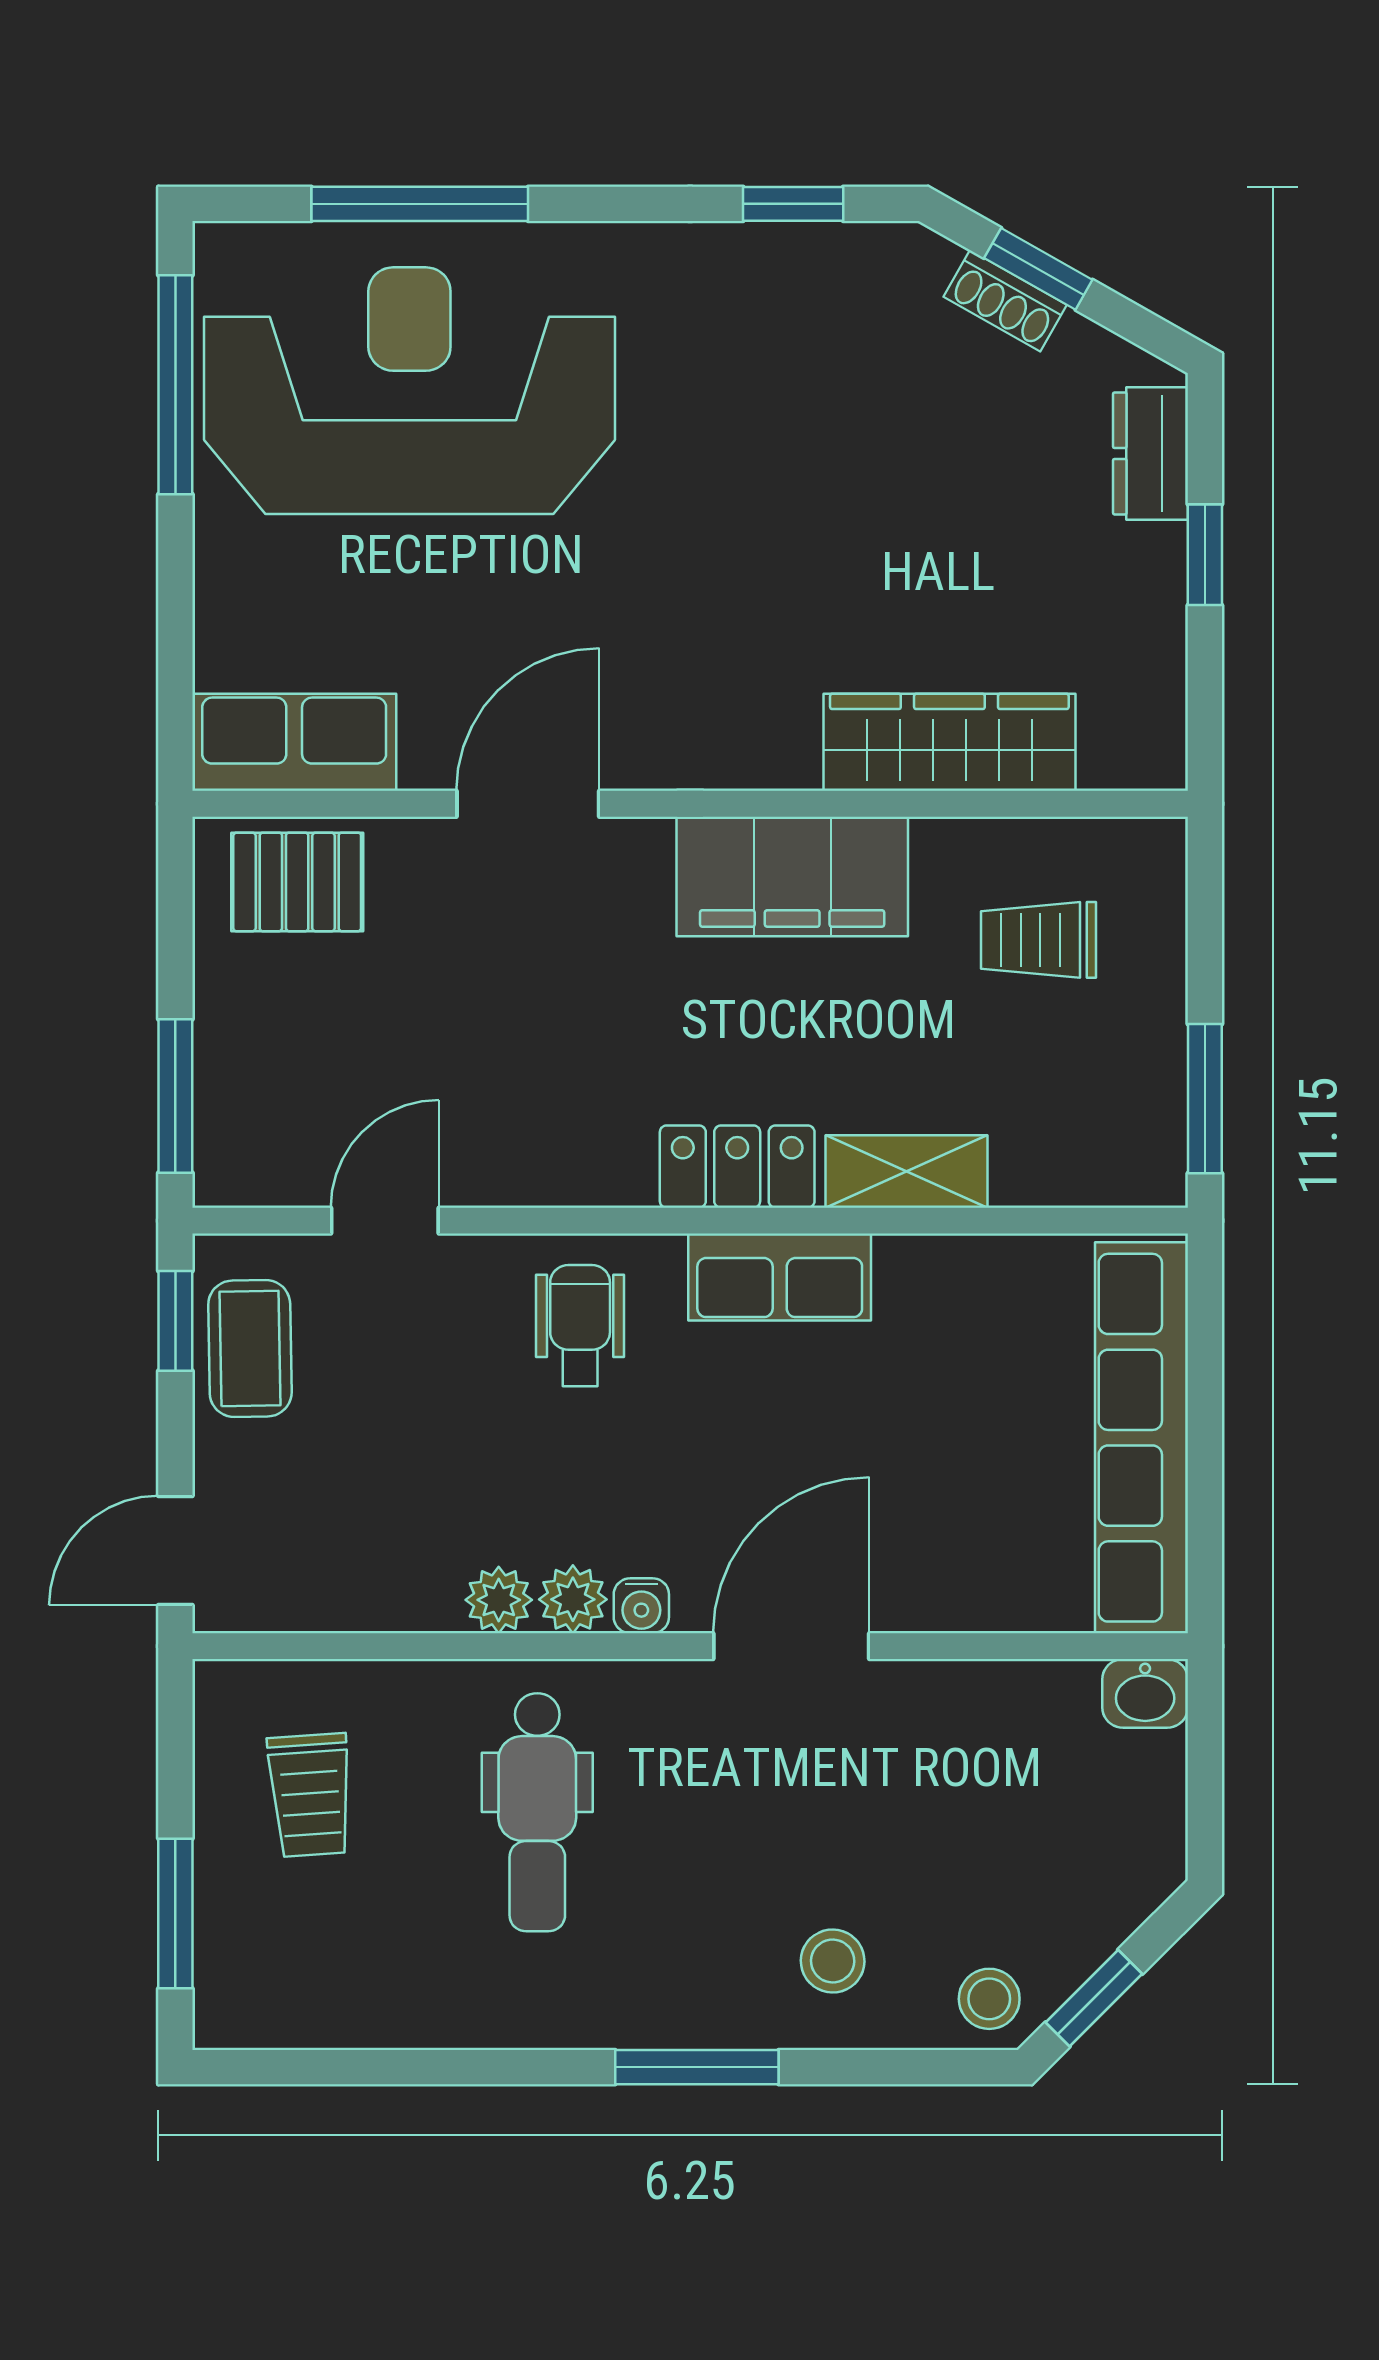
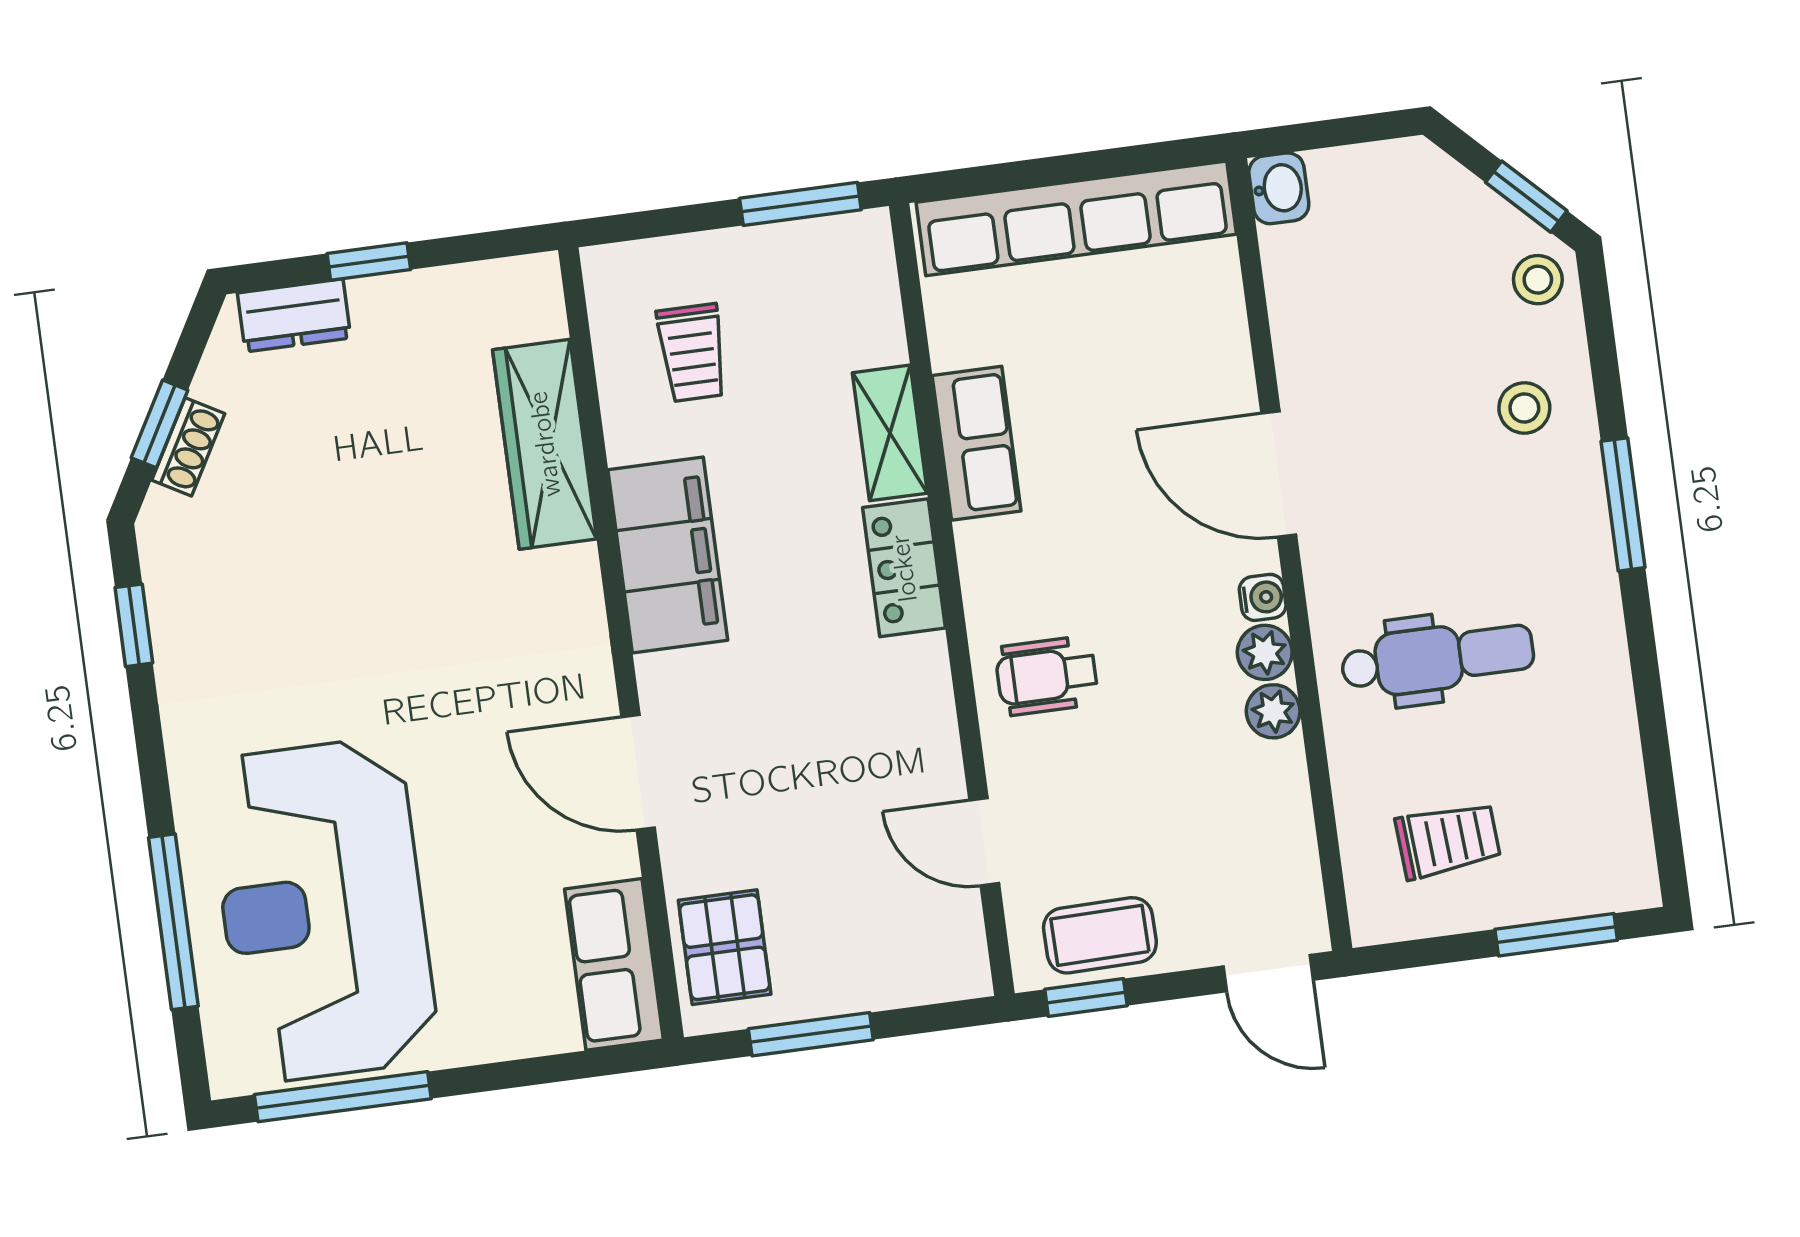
window: (175, 1096) -> (811, 1034), moved
row of seats: (780, 1277) -> (977, 443), moved

